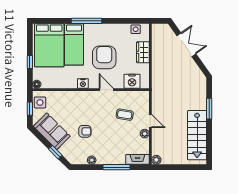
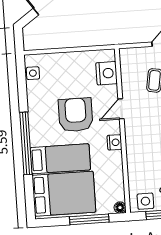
window: (87, 21) -> (26, 143), width x1.46
wardrobe: (143, 52) -> (65, 61), removed
armchair: (104, 57) -> (76, 115), turned 90
window: (30, 62) -> (89, 219), width x2.17

